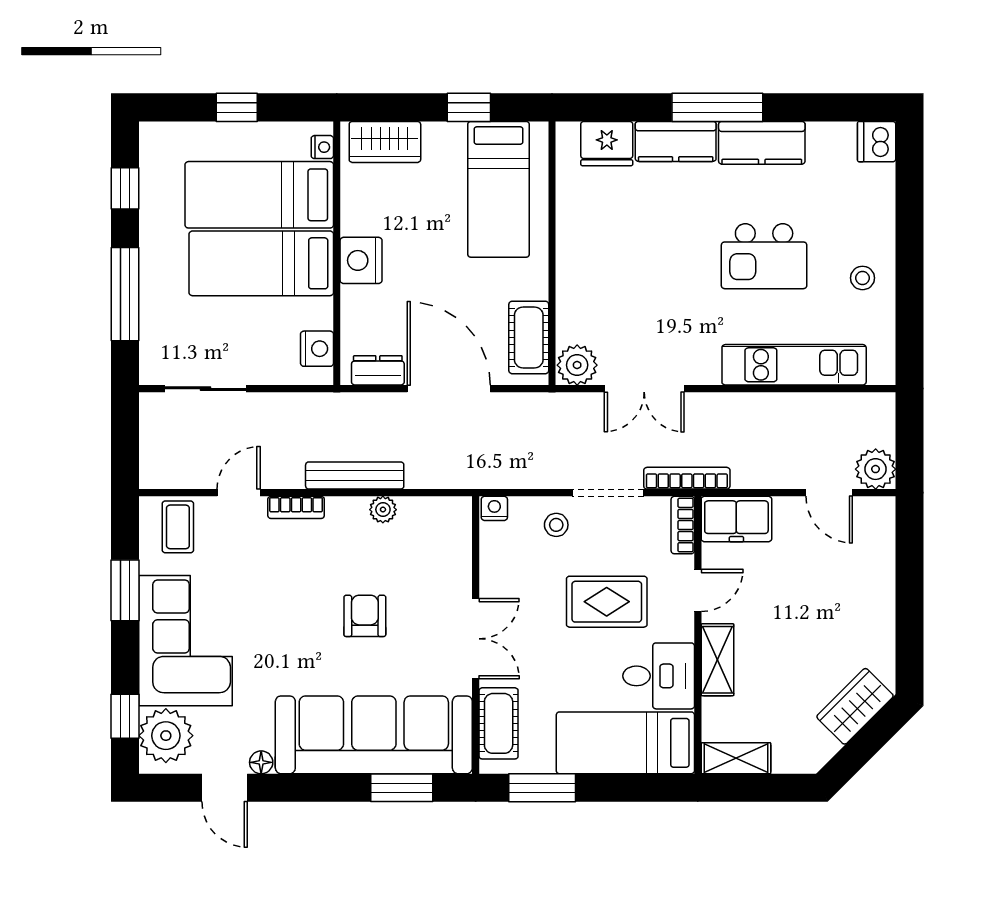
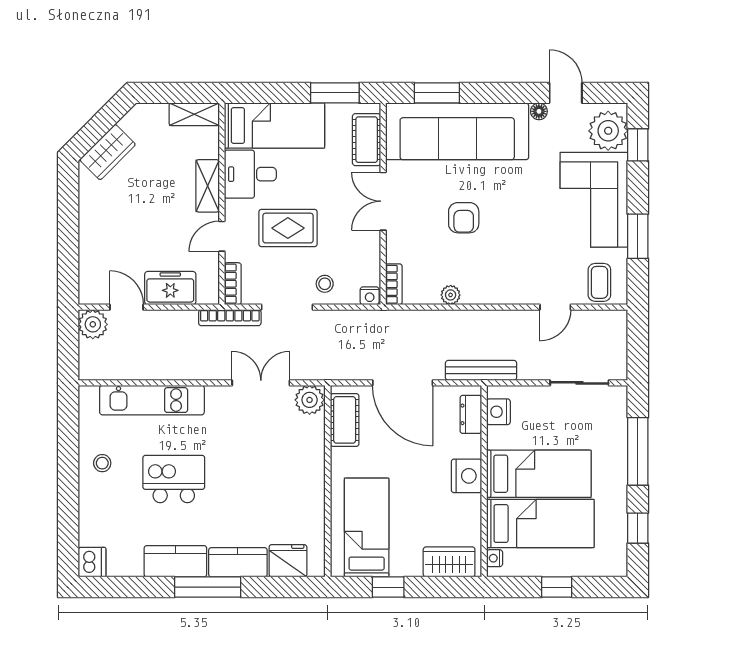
dresser: (378, 370) -> (471, 414), moved, turned 90
bench: (355, 476) -> (481, 370), moved
bookcase: (296, 507) -> (394, 284), moved, turned 90
freezer: (736, 519) -> (170, 288), moved

